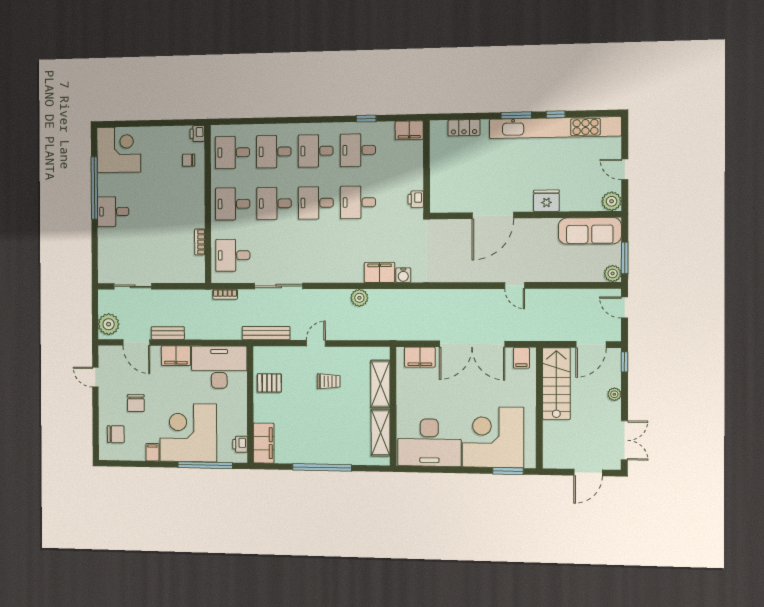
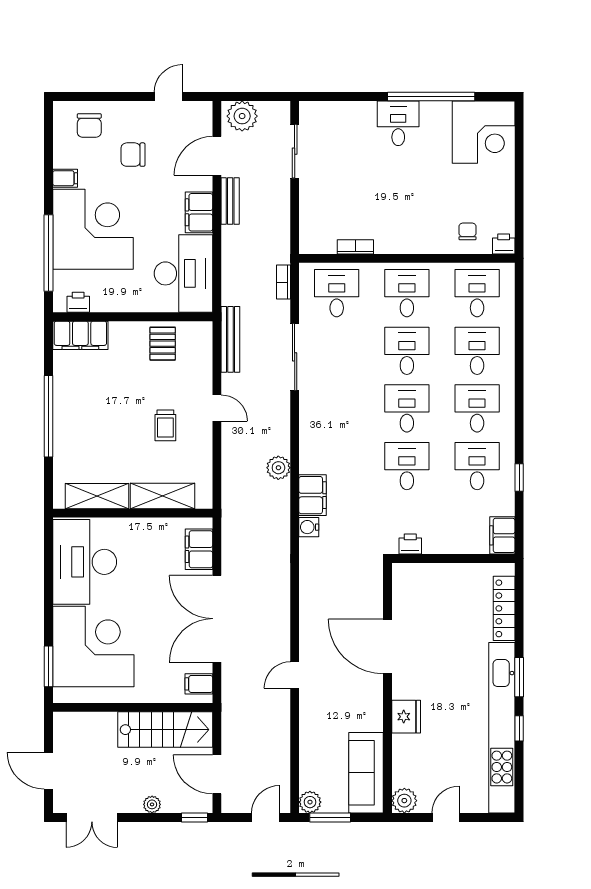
locker: (464, 128) -> (504, 608), width x1.53

